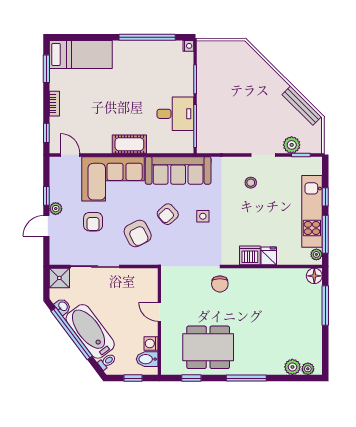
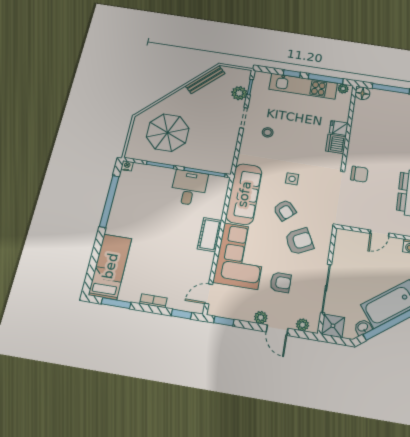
parasol: (233, 79) -> (168, 133), added
window: (46, 196) -> (224, 321), moved
plant: (56, 249) -> (302, 325), added

